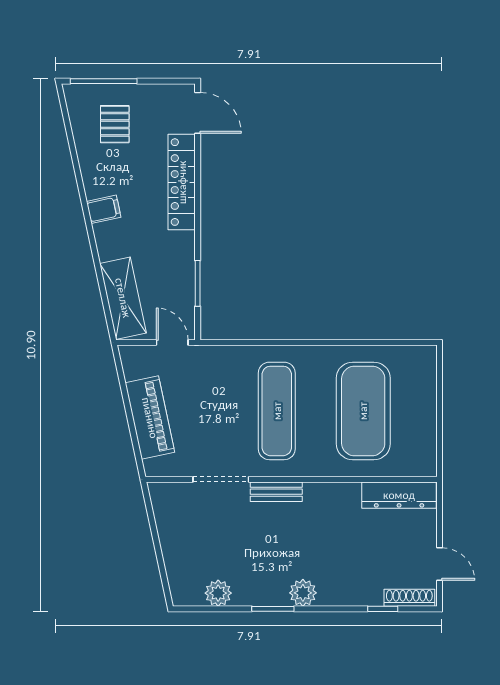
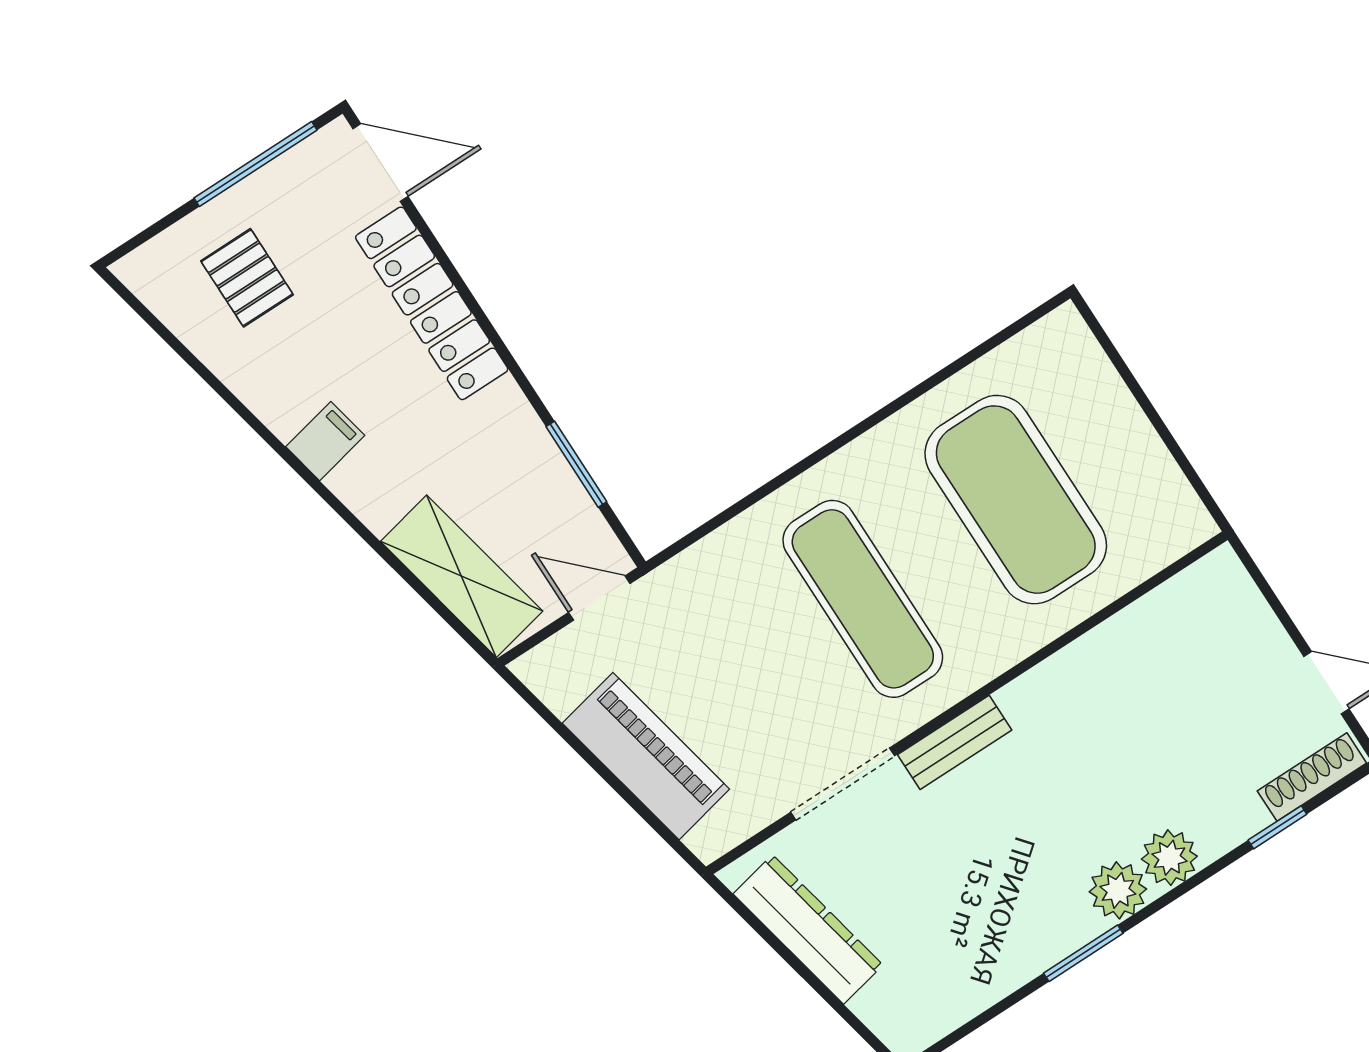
window: (104, 81) -> (255, 164), moved
dresser: (399, 495) -> (808, 929), moved, turned -102
plant: (218, 593) -> (1169, 858), moved

